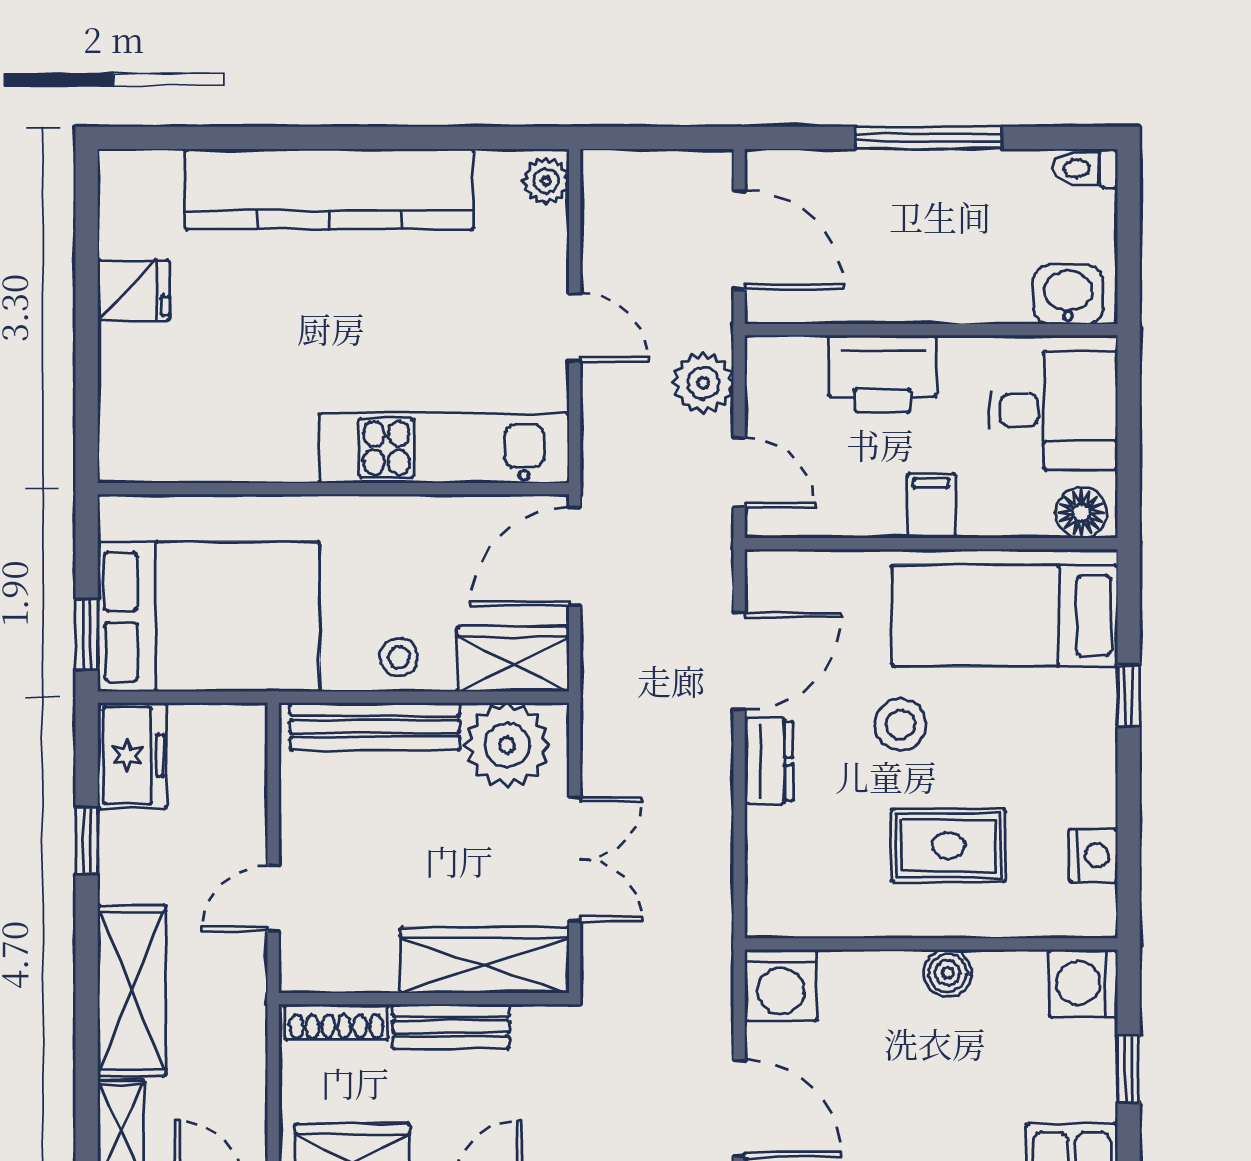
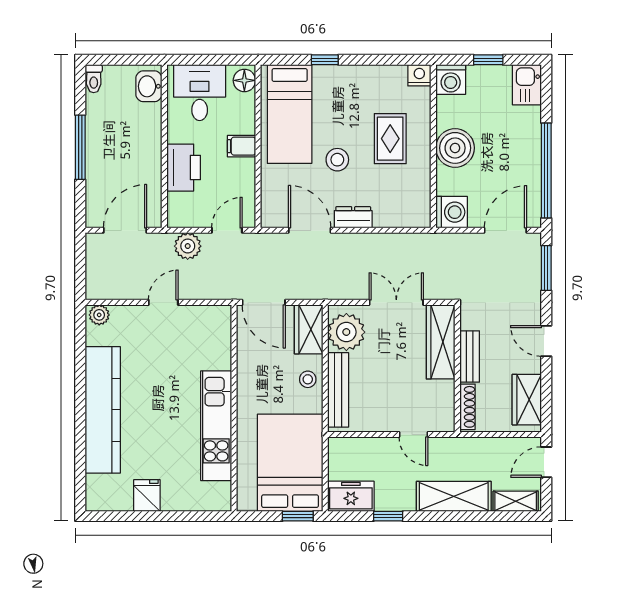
kitchen unit: (444, 448) -> (216, 426), moved
nightstand: (1093, 855) -> (419, 75), moved
boiler: (948, 973) -> (455, 148), width x1.86, depth x1.86

